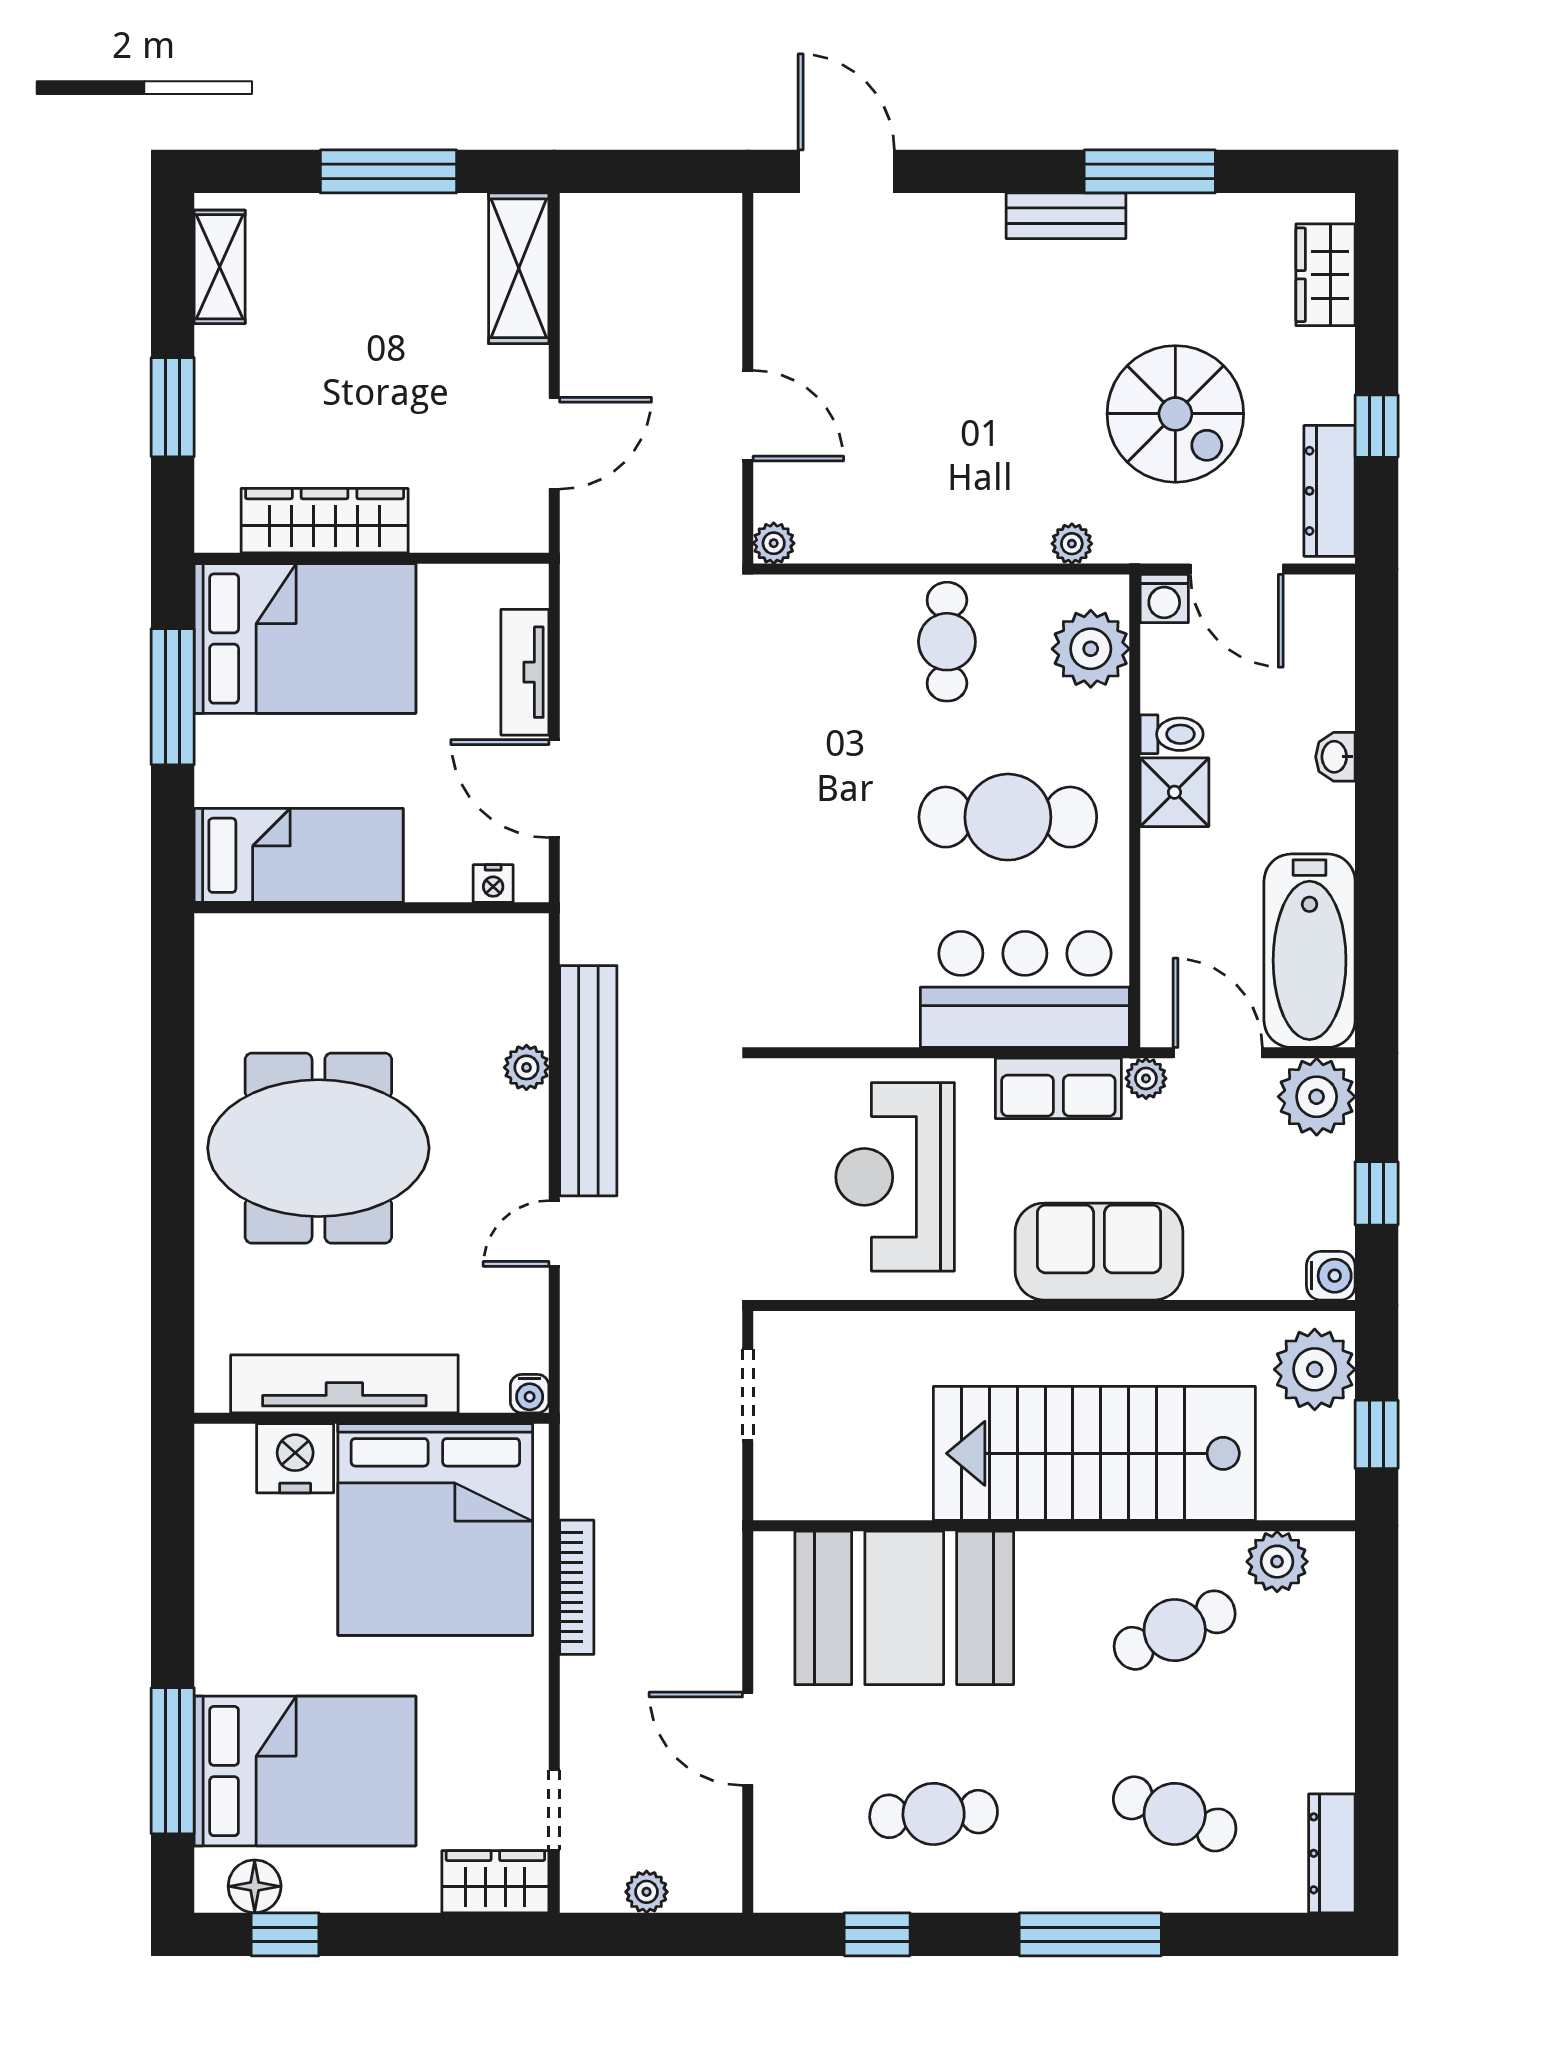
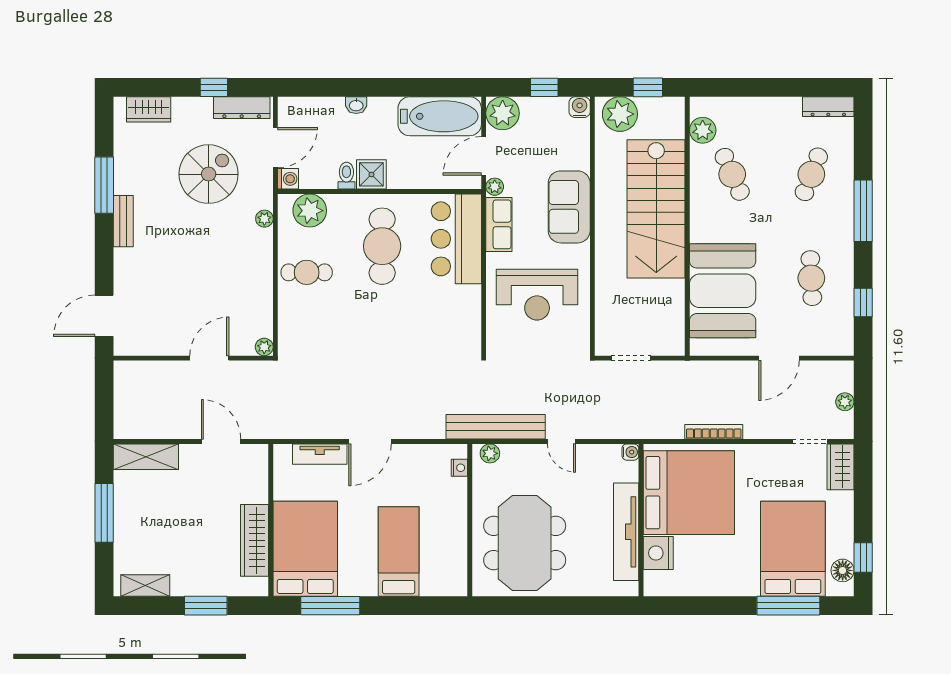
nightstand: (493, 884) -> (459, 468), moved
wall: (372, 908) -> (470, 520), moved

